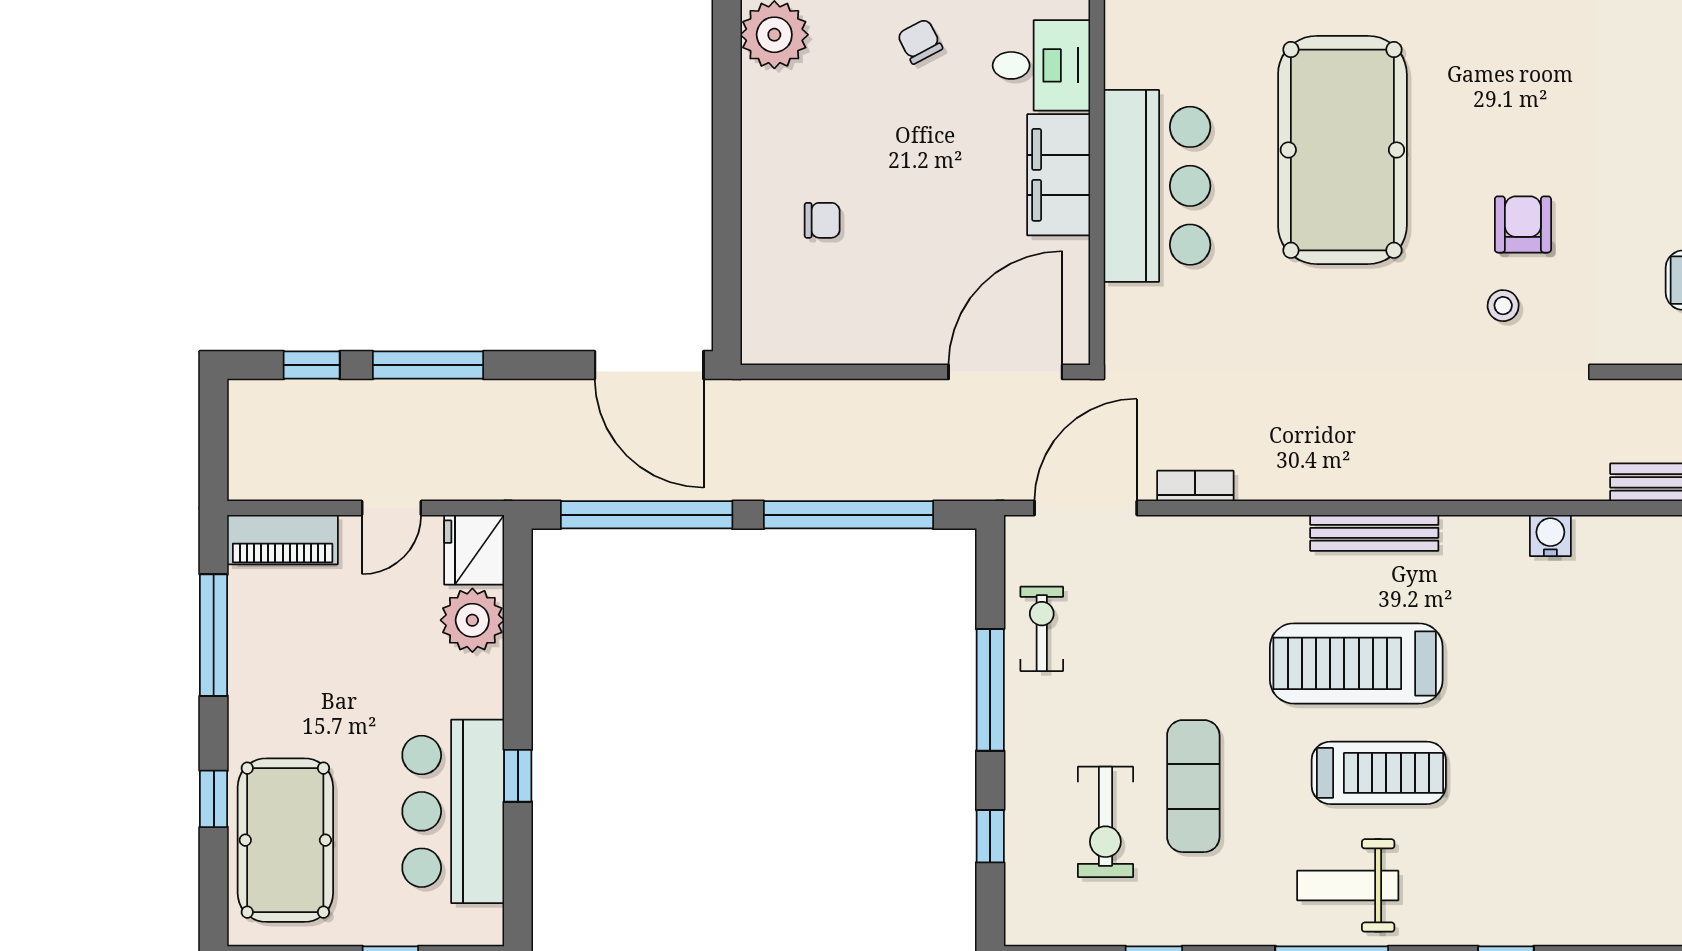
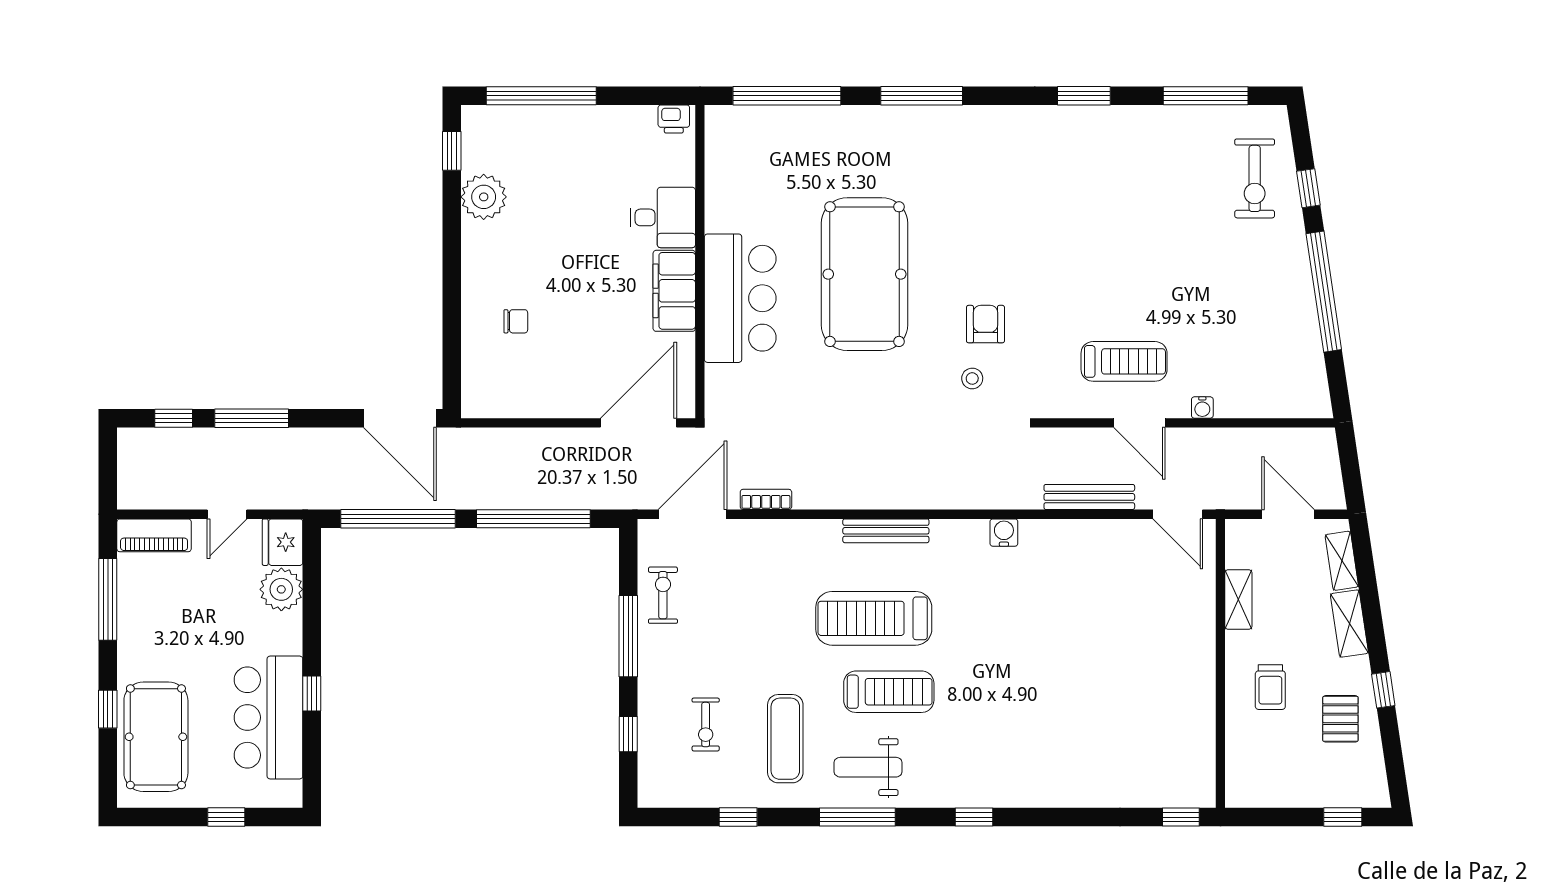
chair: (920, 41) -> (581, 201), removed
exercise mat: (1193, 786) -> (785, 739), moved
exercise bike: (1105, 822) -> (706, 725), width x0.73, depth x0.72

